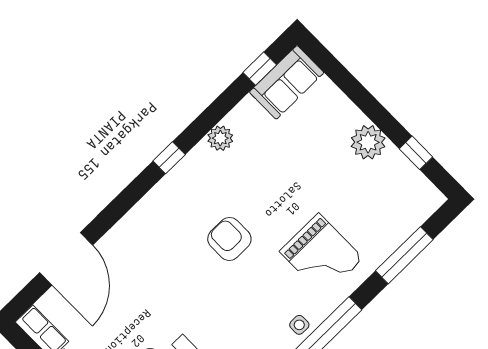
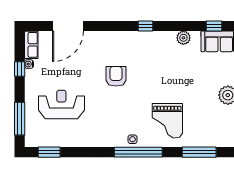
plant: (220, 138) -> (183, 38), moved
armchair: (229, 239) -> (116, 76), moved

